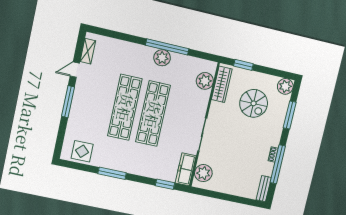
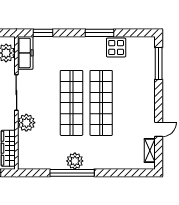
plant: (205, 81) -> (26, 123), moved
window: (68, 102) -> (159, 63), moved
display table: (82, 151) -> (116, 48), moved

